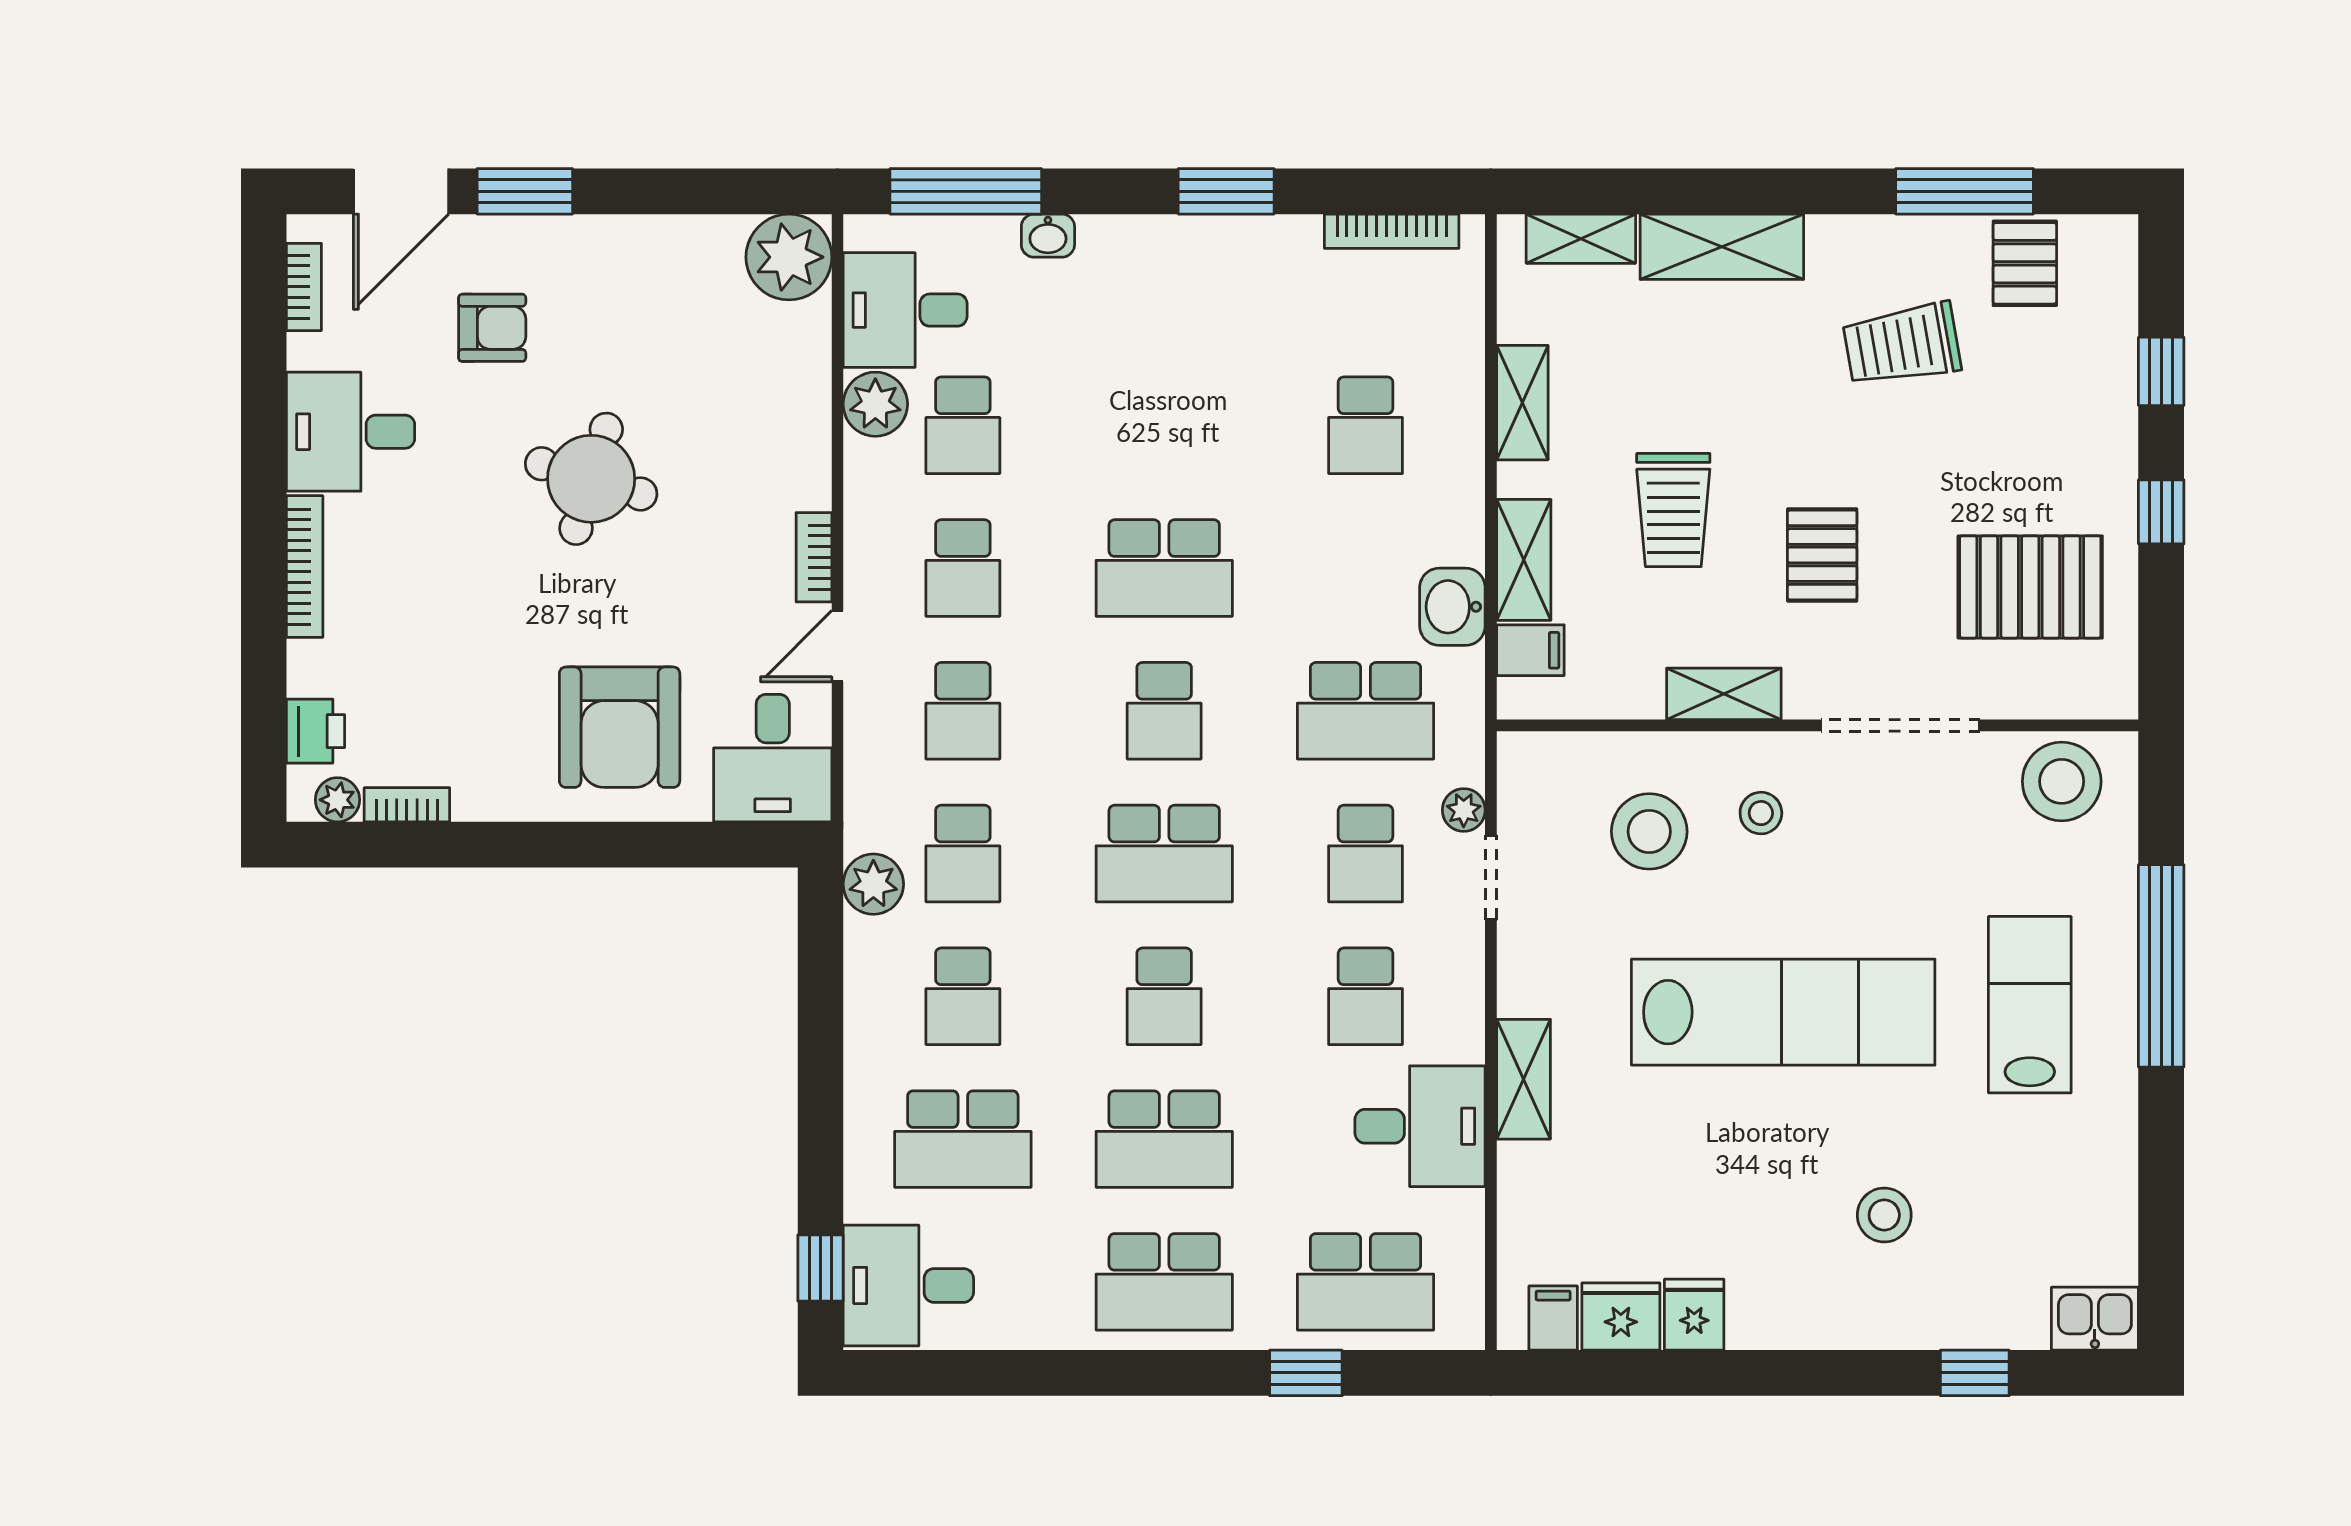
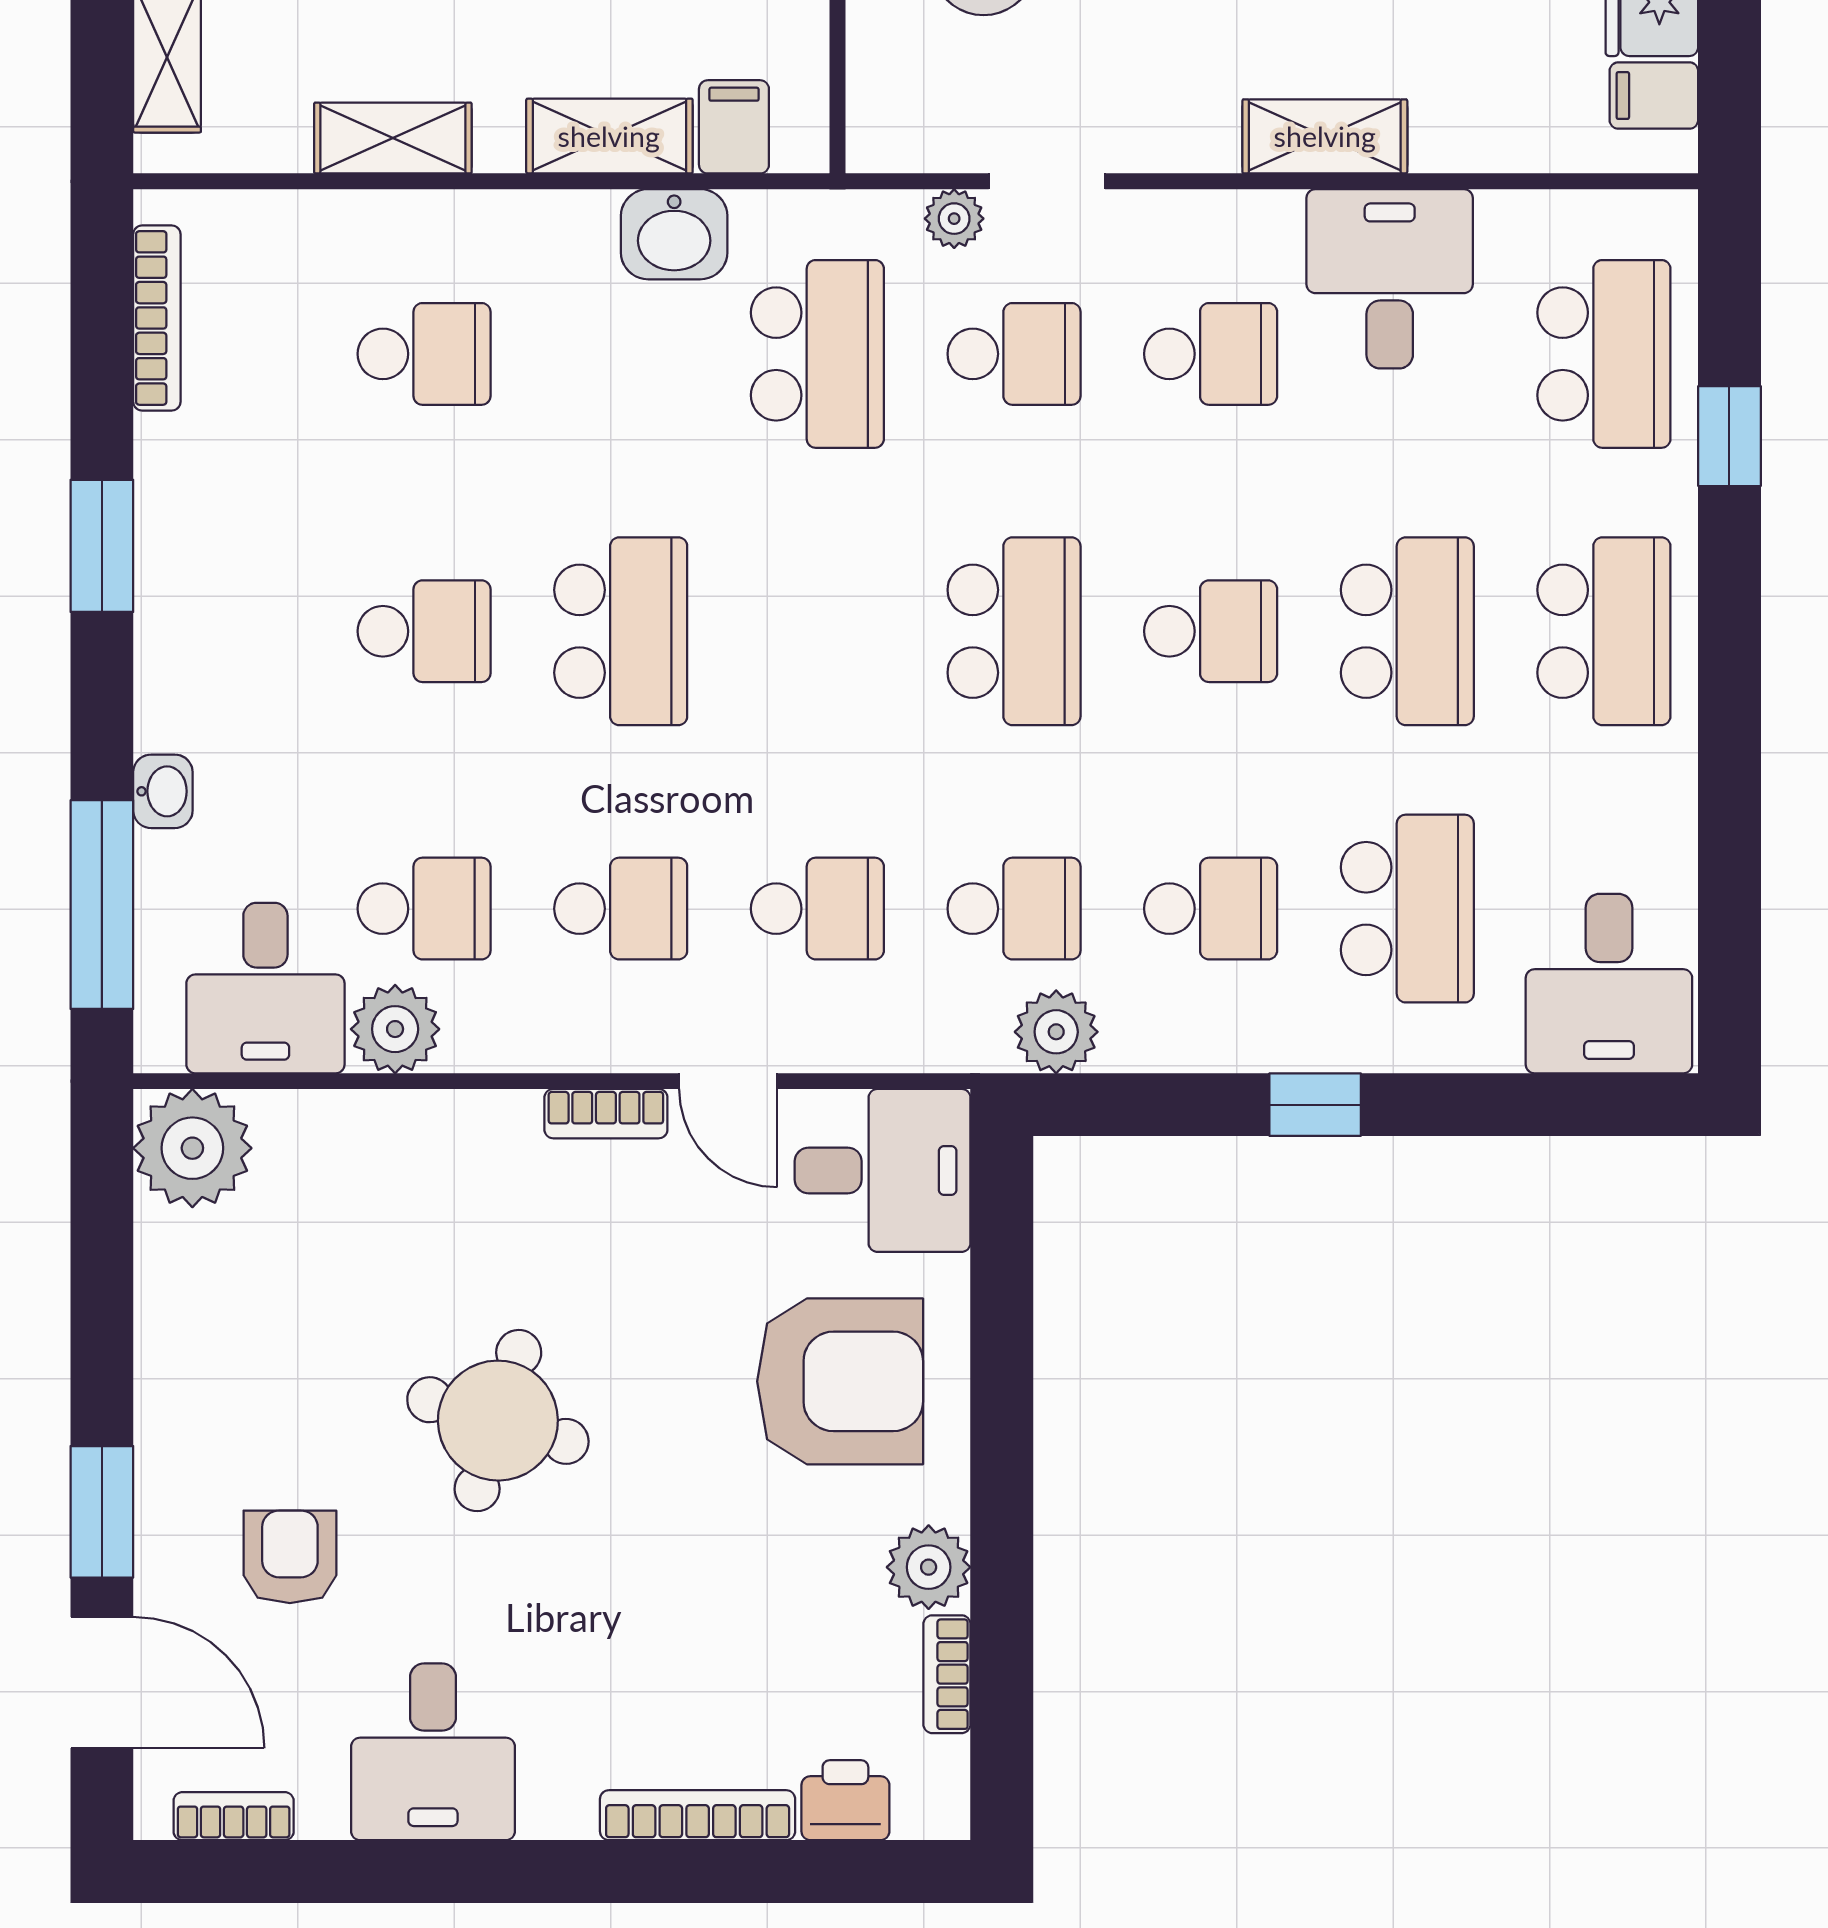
bookcase: (305, 567) -> (698, 1815), moved
school desk: (1164, 711) -> (424, 631), moved
plant: (338, 800) -> (929, 1567), moved, width x1.38, depth x1.38
window: (820, 1268) -> (1315, 1105), moved

